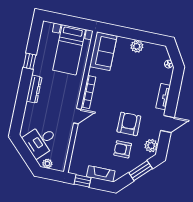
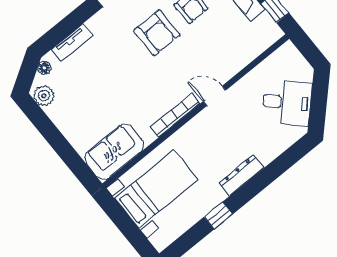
plant: (137, 46) -> (44, 96), moved
tv unit: (163, 97) -> (72, 42), moved
armchair: (129, 124) -> (157, 33), turned -90
plant: (47, 164) -> (302, 67), removed

